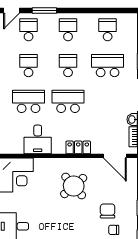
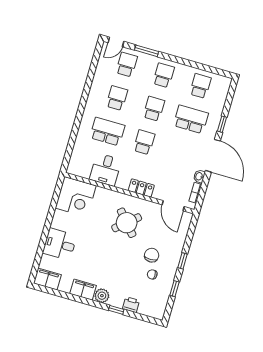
school desk: (68, 101) -> (144, 142), width x0.54

